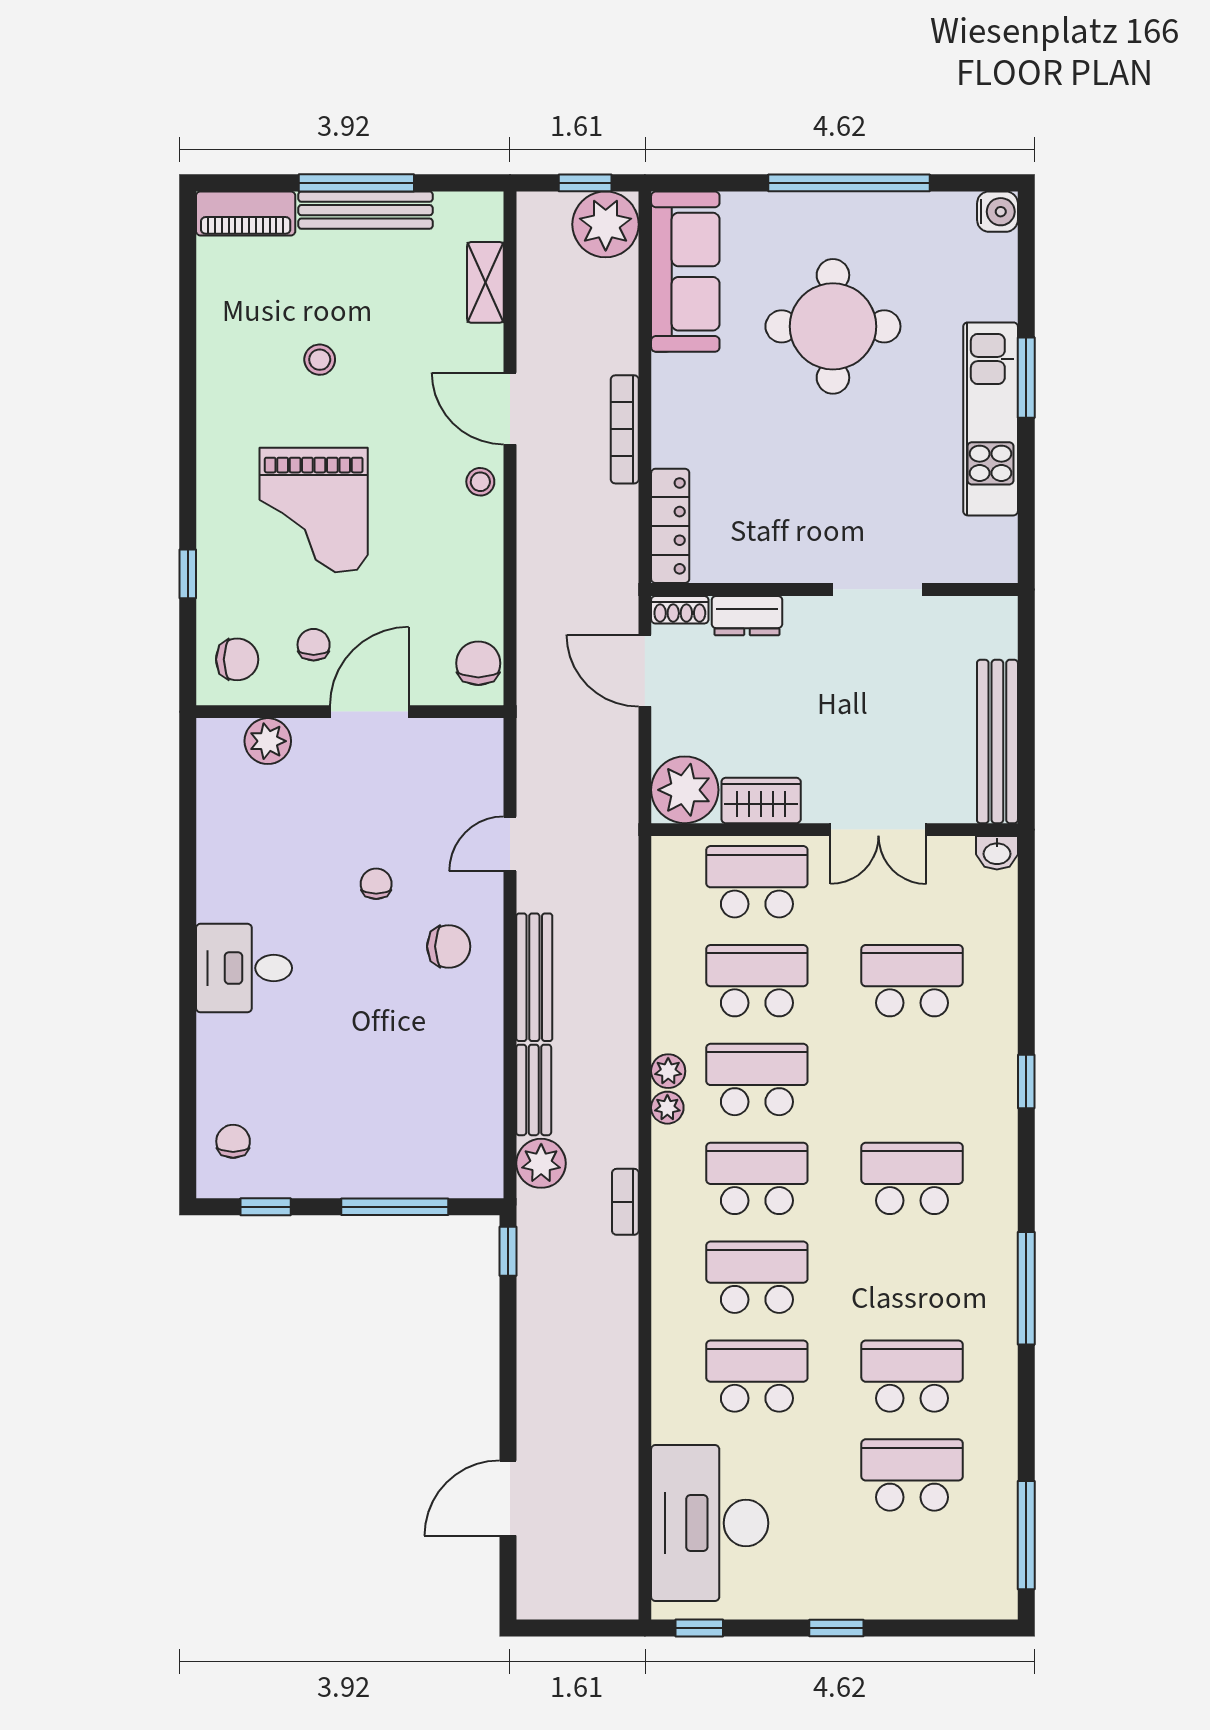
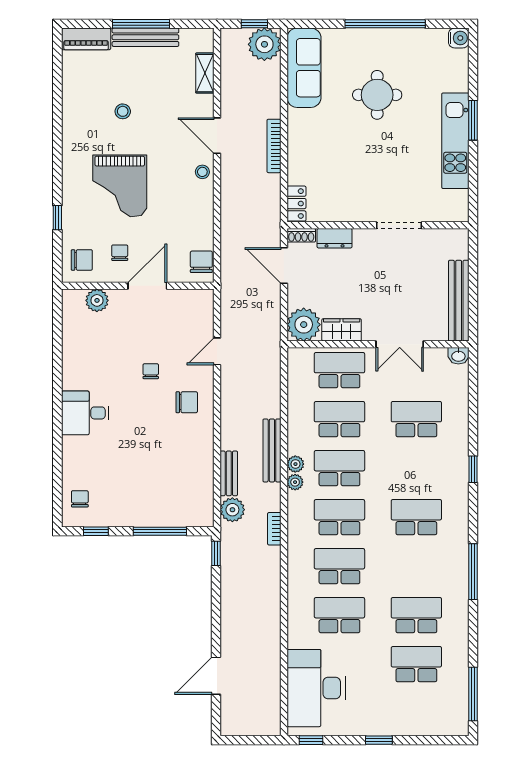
round table: (833, 326) -> (377, 95), width x0.73, depth x0.73
locker: (670, 526) -> (296, 204), width x0.66
bench: (534, 977) -> (272, 450), moved

